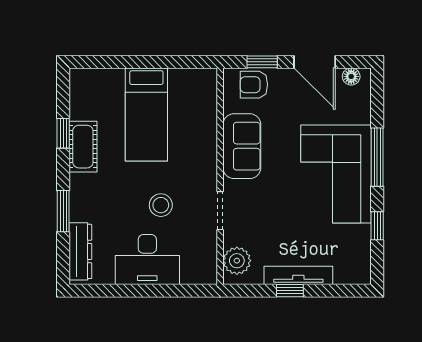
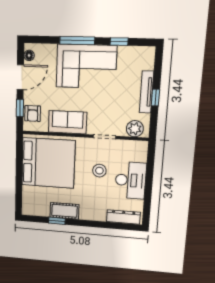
bed: (146, 114) -> (48, 163), width x2.04
window: (63, 211) -> (100, 224), removed

